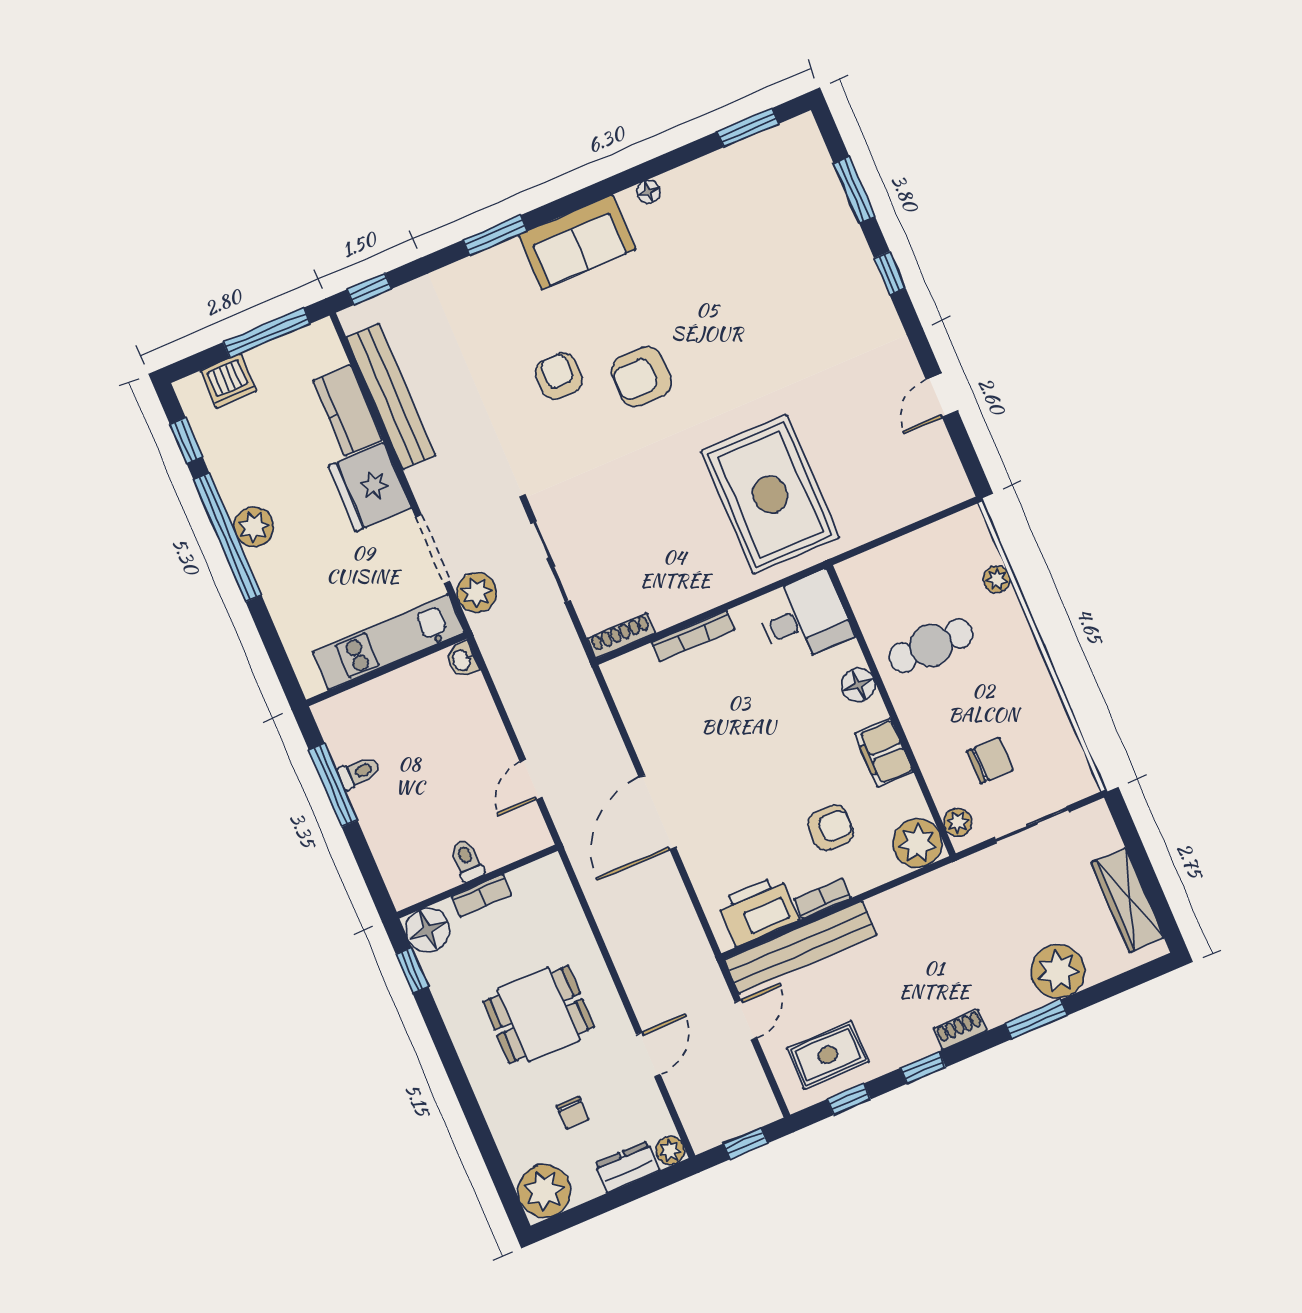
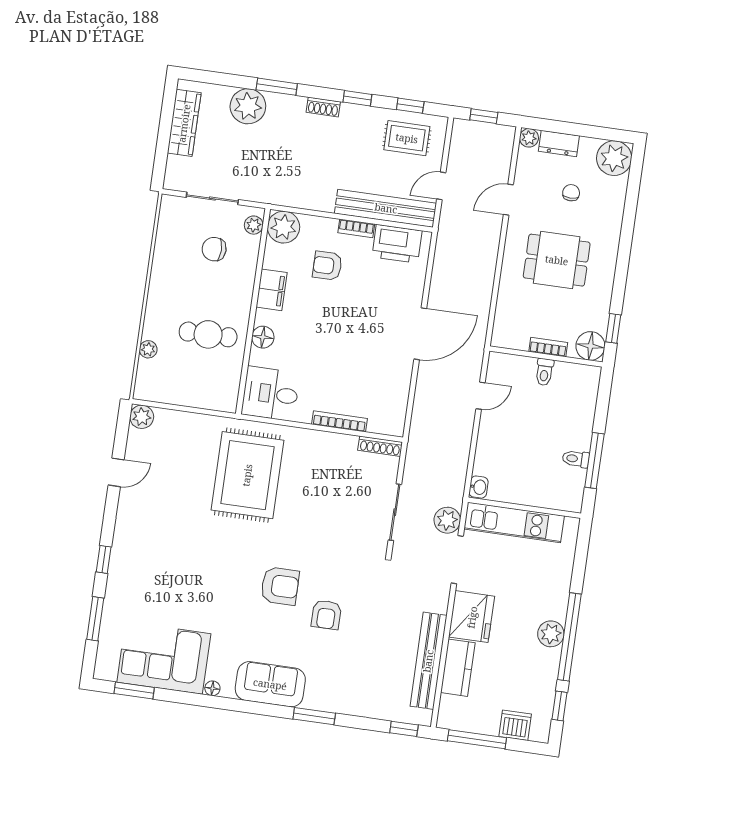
corner sofa: (735, 193) -> (164, 658), added
plant: (952, 487) -> (142, 417), added

